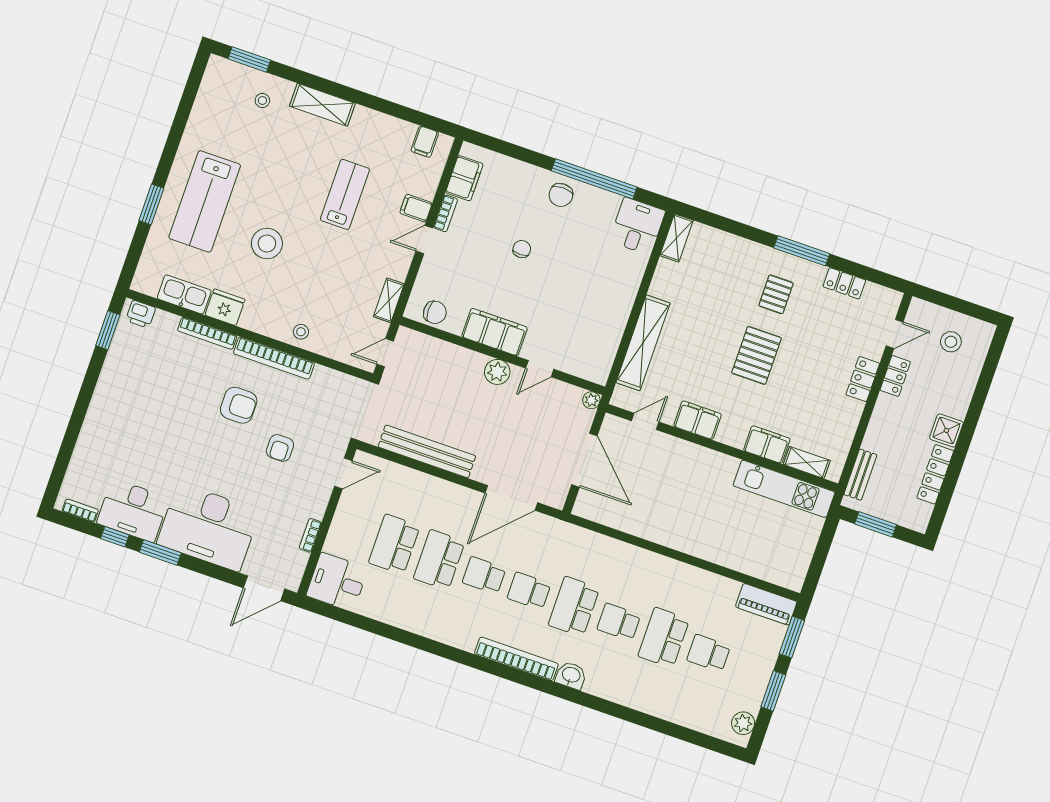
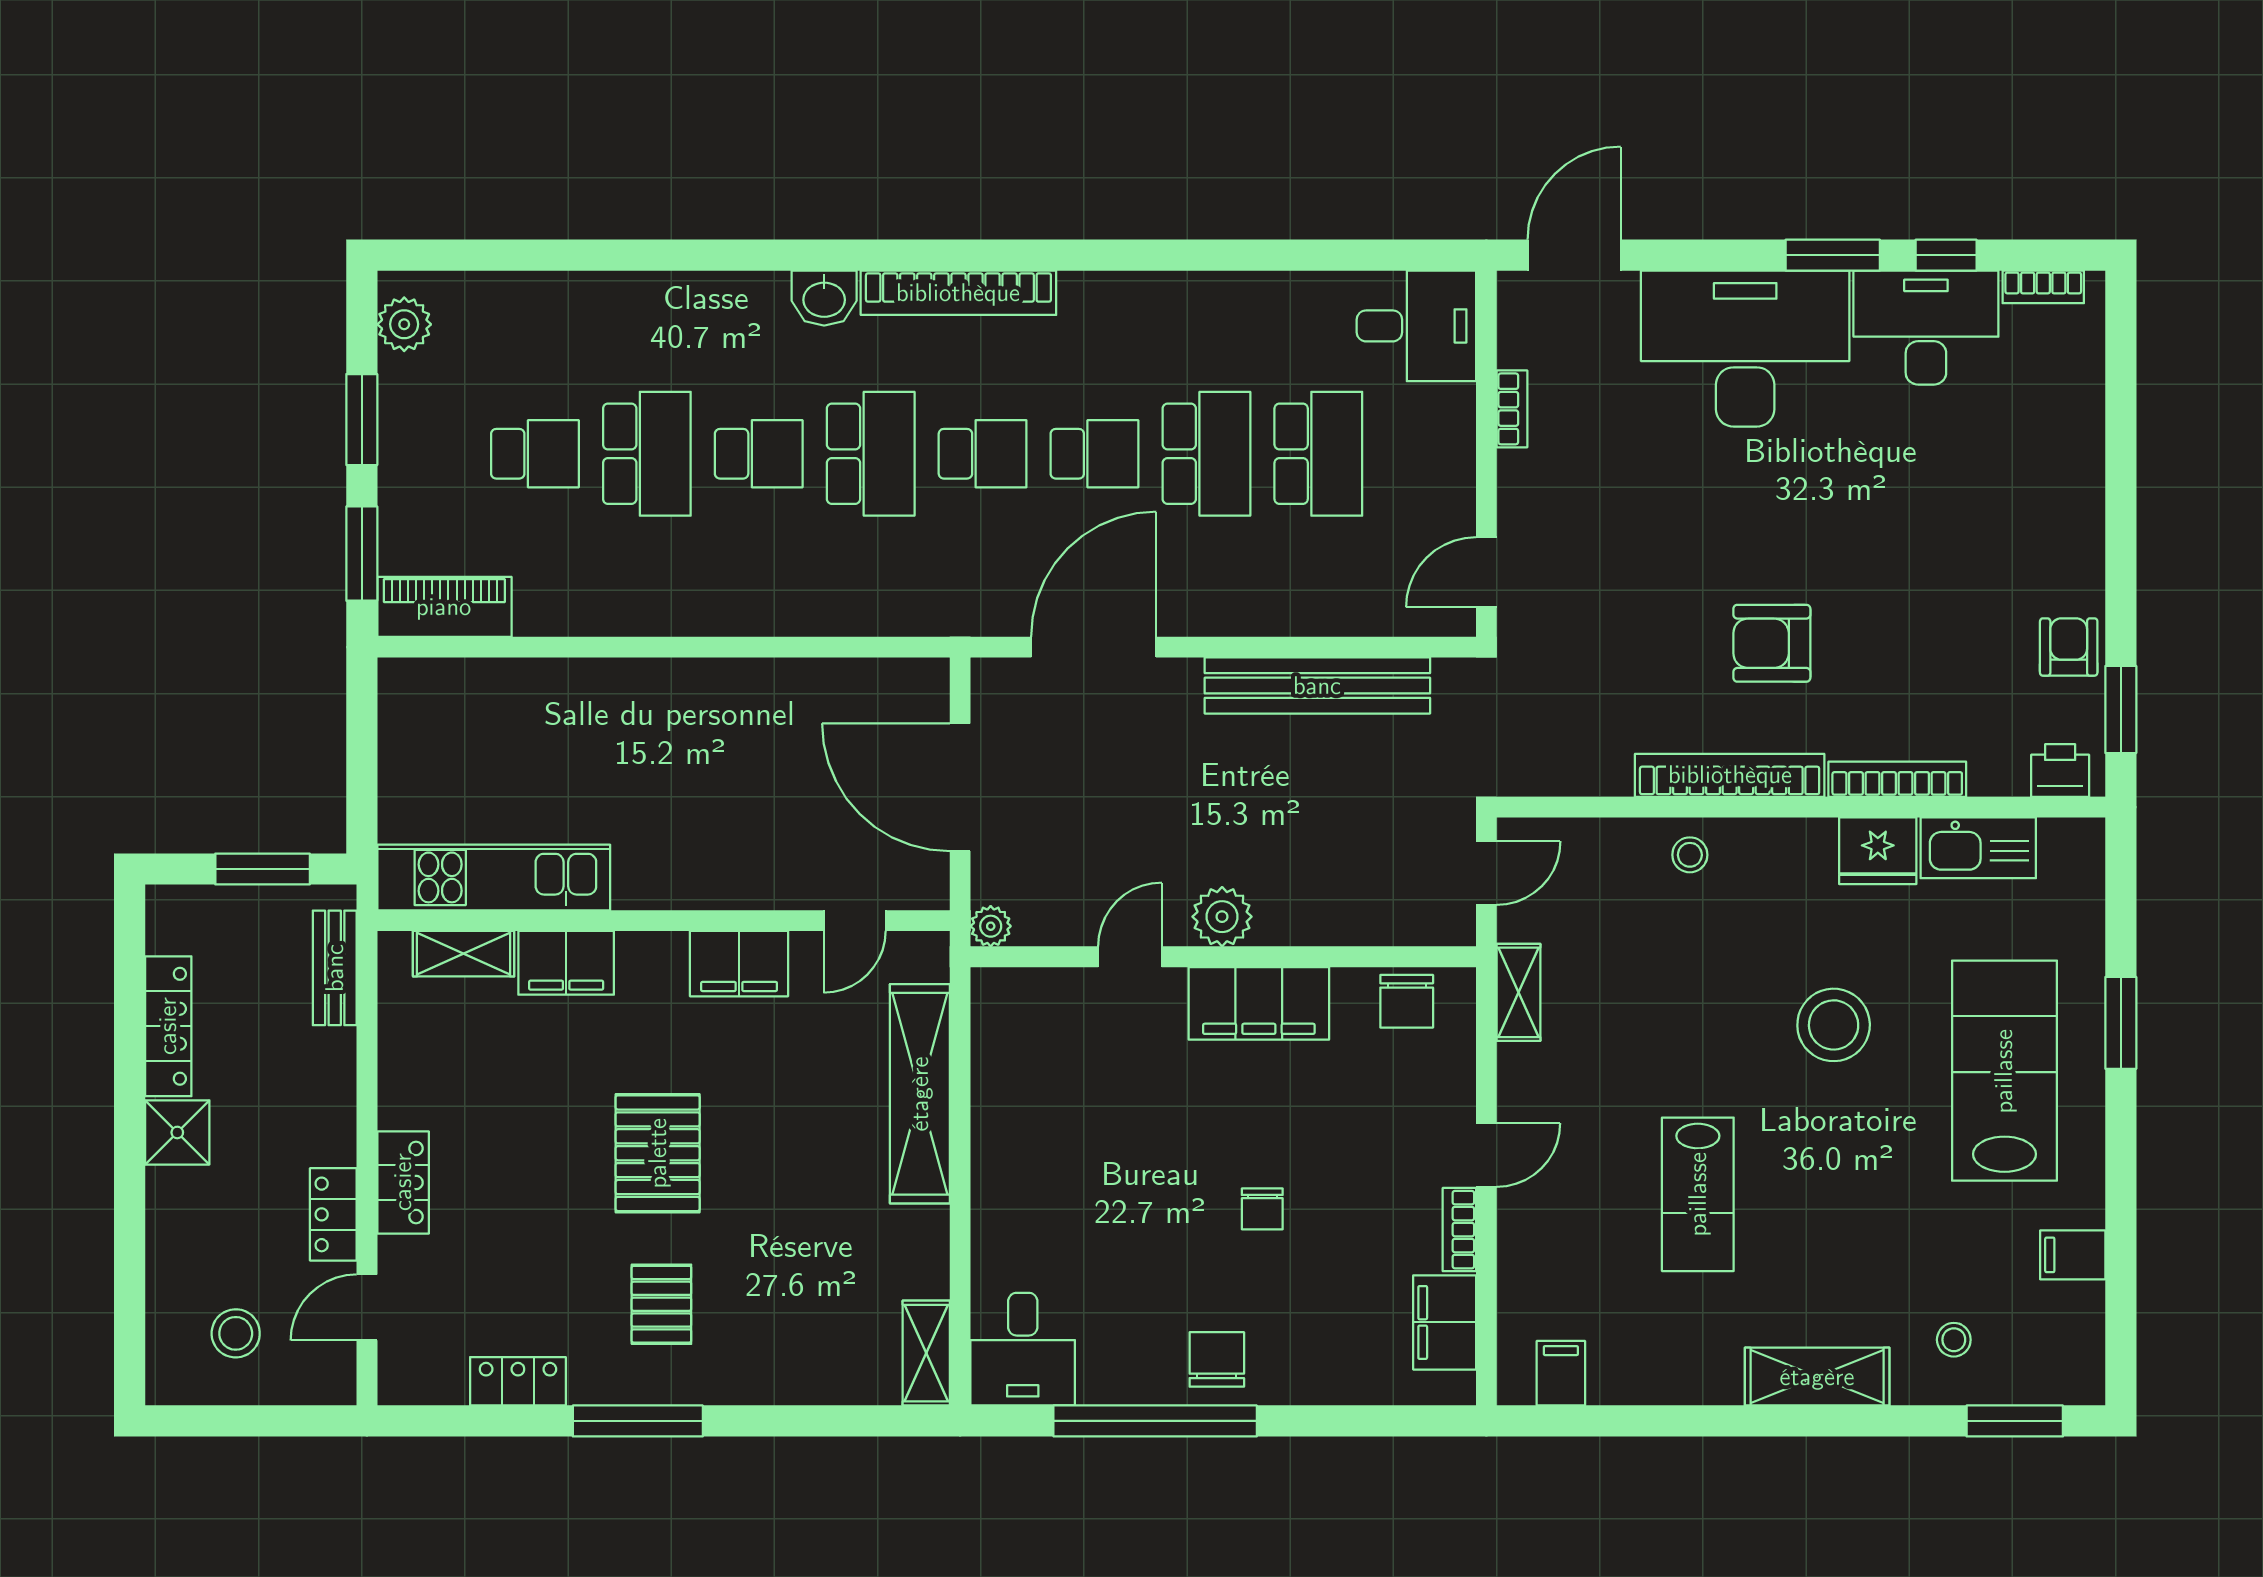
filing cabinet: (416, 208) -> (2073, 1255), moved, turned 180
chair: (435, 312) -> (1407, 1001), turned -90
armchair: (280, 448) -> (2069, 647), moved

